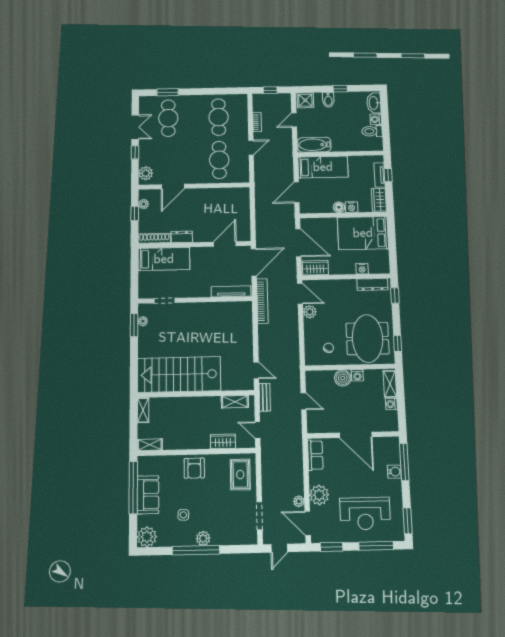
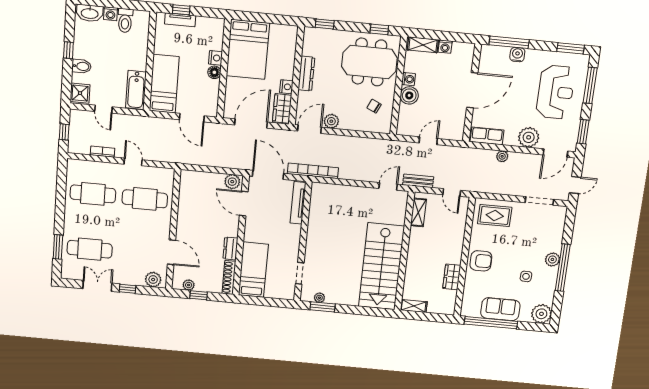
wardrobe: (379, 200) -> (210, 25), removed
plant: (244, 232) -> (232, 182), added
nightstand: (362, 269) -> (286, 87), moved
dresser: (372, 284) -> (306, 74), moved
door: (258, 430) -> (452, 193), hinge flipped
wardrobe: (223, 441) -> (452, 277), moved
shelving: (150, 445) -> (450, 303), removed
plant: (299, 501) -> (502, 156), moved
door: (279, 548) -> (575, 185), hinge flipped

